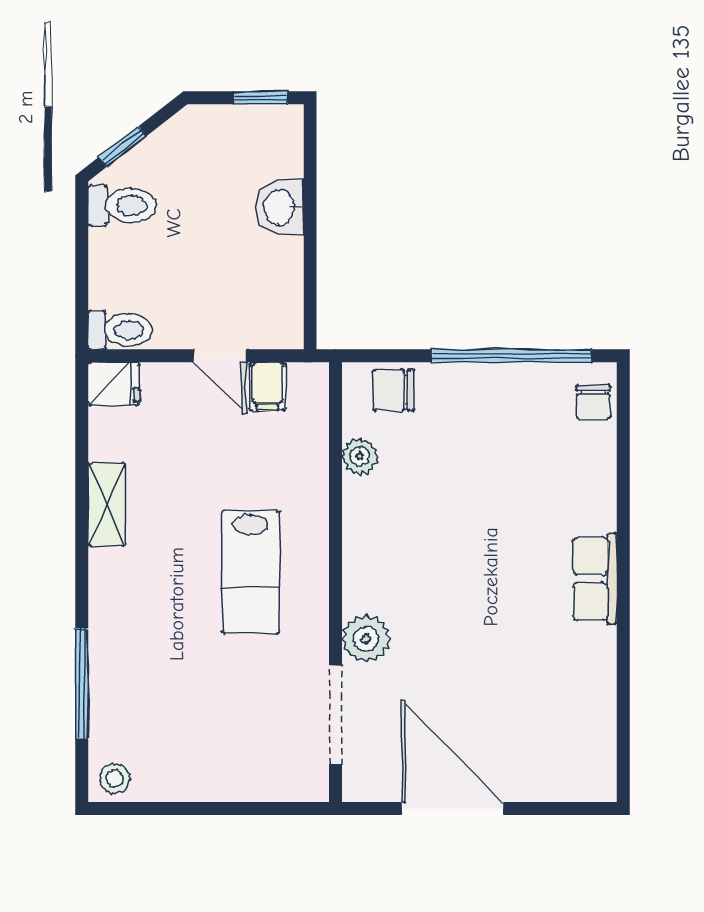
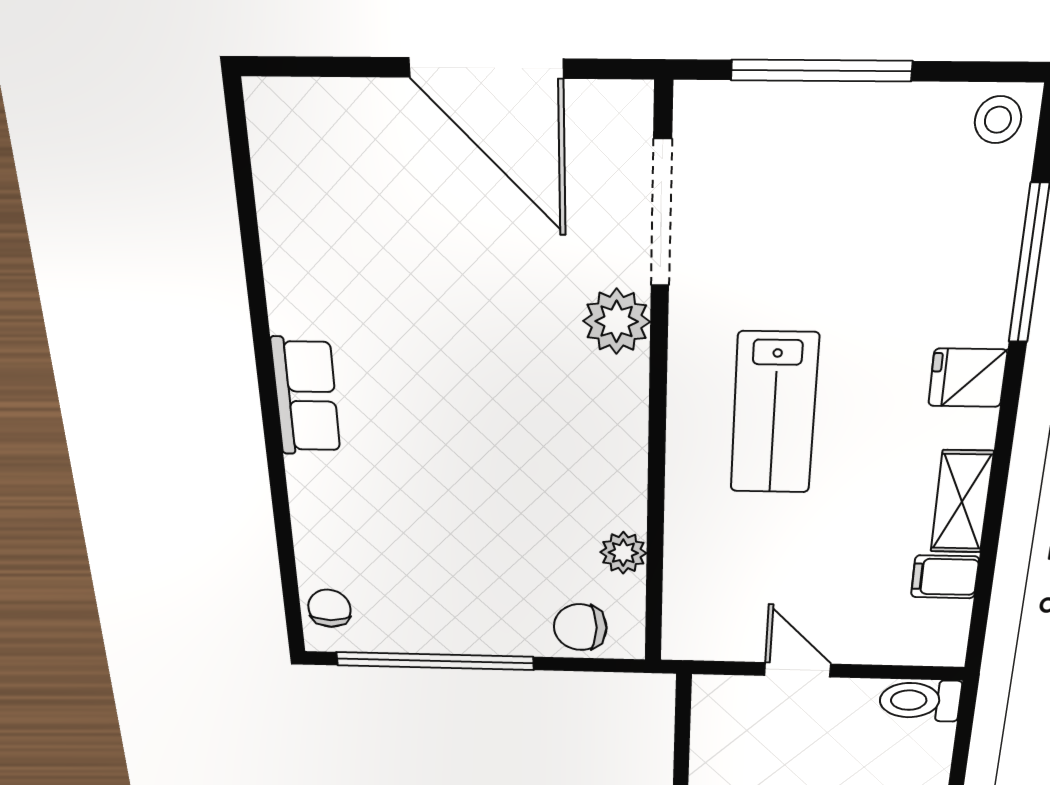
fridge: (114, 384) -> (968, 378), moved
filing cabinet: (267, 386) -> (945, 577), moved, turned -90
chair: (394, 390) -> (580, 627), turned 180
lab bench: (250, 572) -> (774, 413), turned 180
window: (233, 808) -> (821, 70), added

